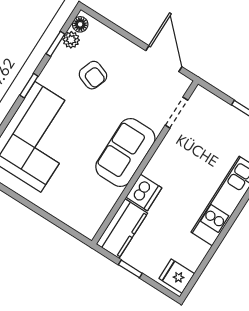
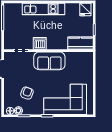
dishwasher: (144, 193) -> (40, 43), moved

